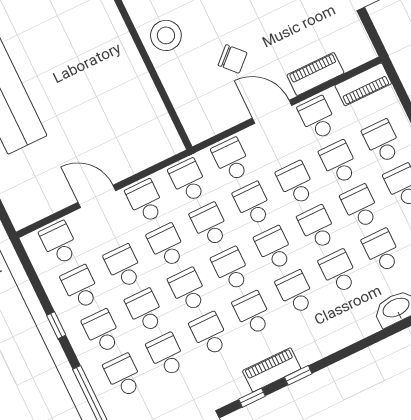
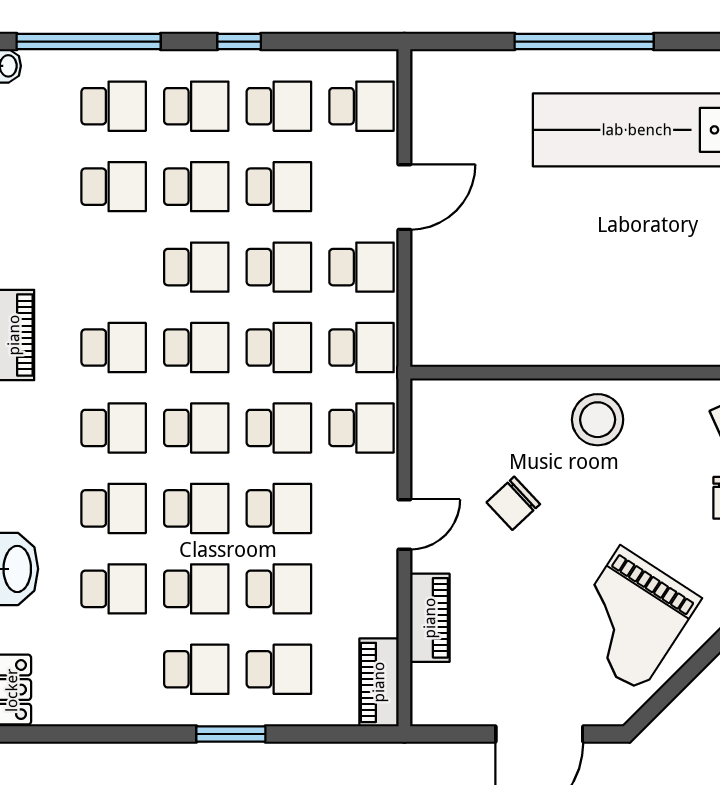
door: (272, 112) -> (404, 524), width x0.73
school desk: (318, 118) -> (361, 589), removed
school desk: (210, 334) -> (114, 267), removed

